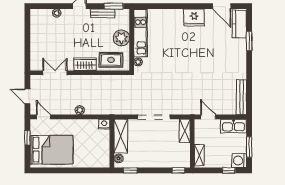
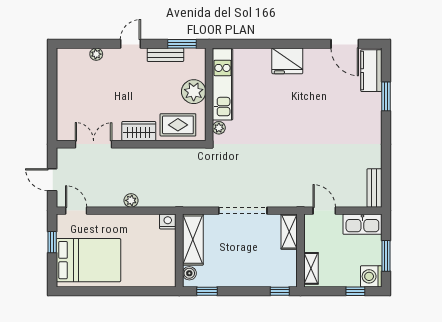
fridge: (194, 17) -> (287, 61), moved
bench: (241, 97) -> (374, 188), width x0.73

